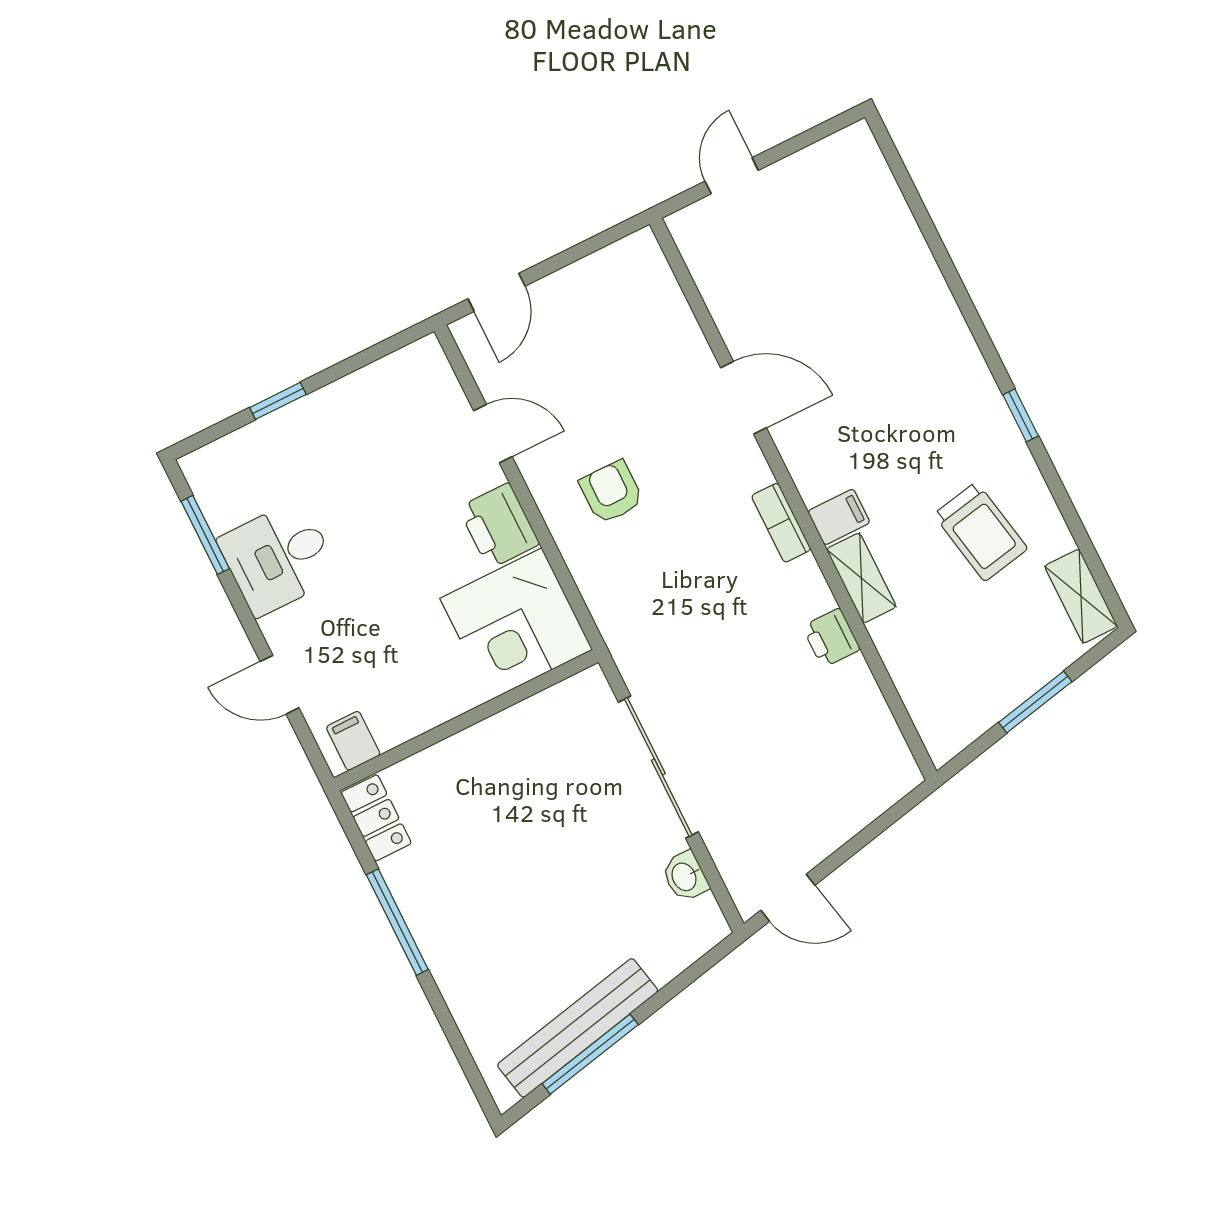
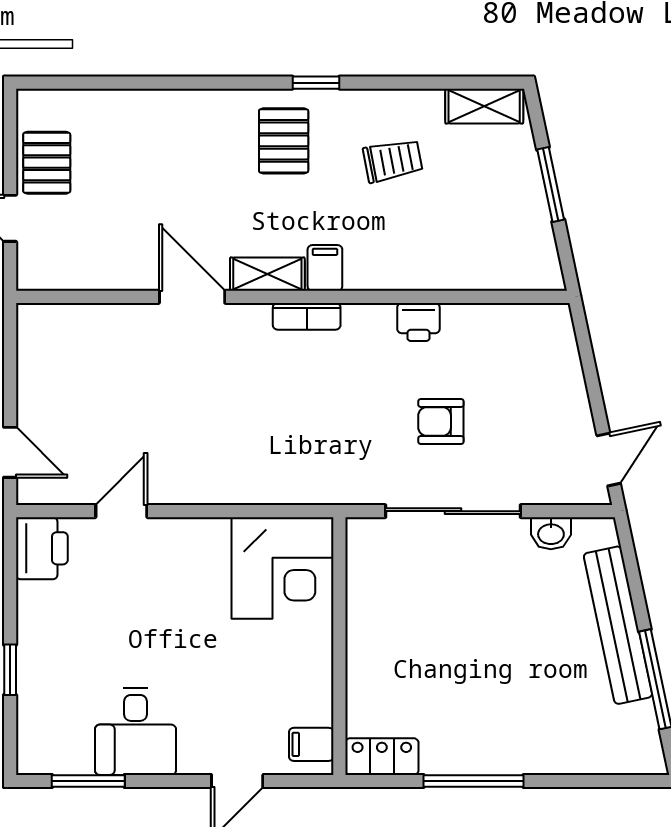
pallet: (806, 185) -> (47, 163), added
door: (743, 398) -> (192, 297), hinge flipped
pallet: (946, 412) -> (284, 141), added
armchair: (611, 492) -> (441, 421), moved
printer: (499, 526) -> (42, 548), moved, turned -90
trolley: (981, 532) -> (393, 161), width x0.73, depth x0.72
shelving: (861, 578) -> (267, 274), moved
bench: (578, 1028) -> (618, 625), moved

